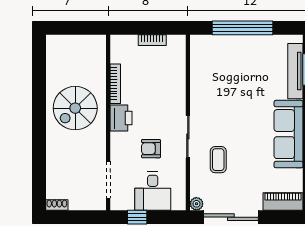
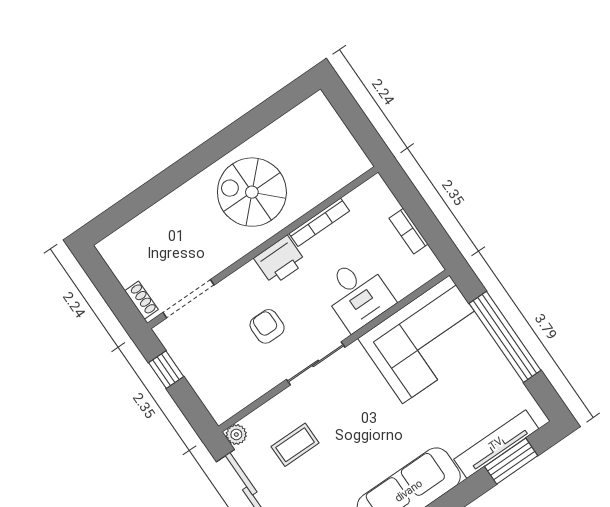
corner sofa: (215, 70) -> (426, 339), added
coffee table: (218, 160) -> (295, 445), moved
desk: (153, 191) -> (357, 294), moved, turned -90
shoe rack: (57, 205) -> (141, 300), moved

